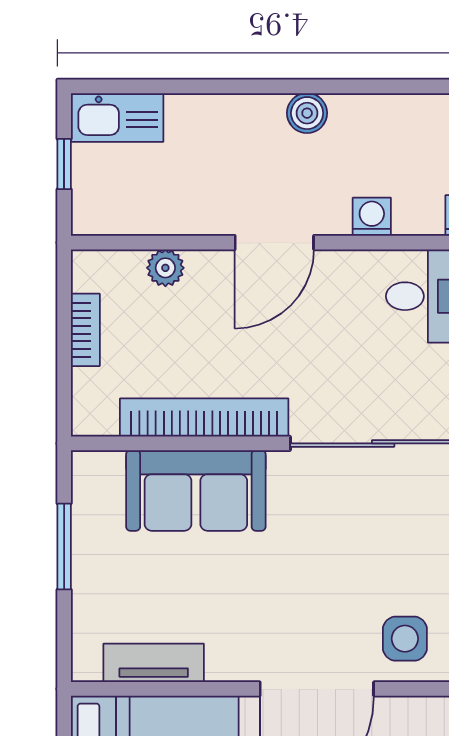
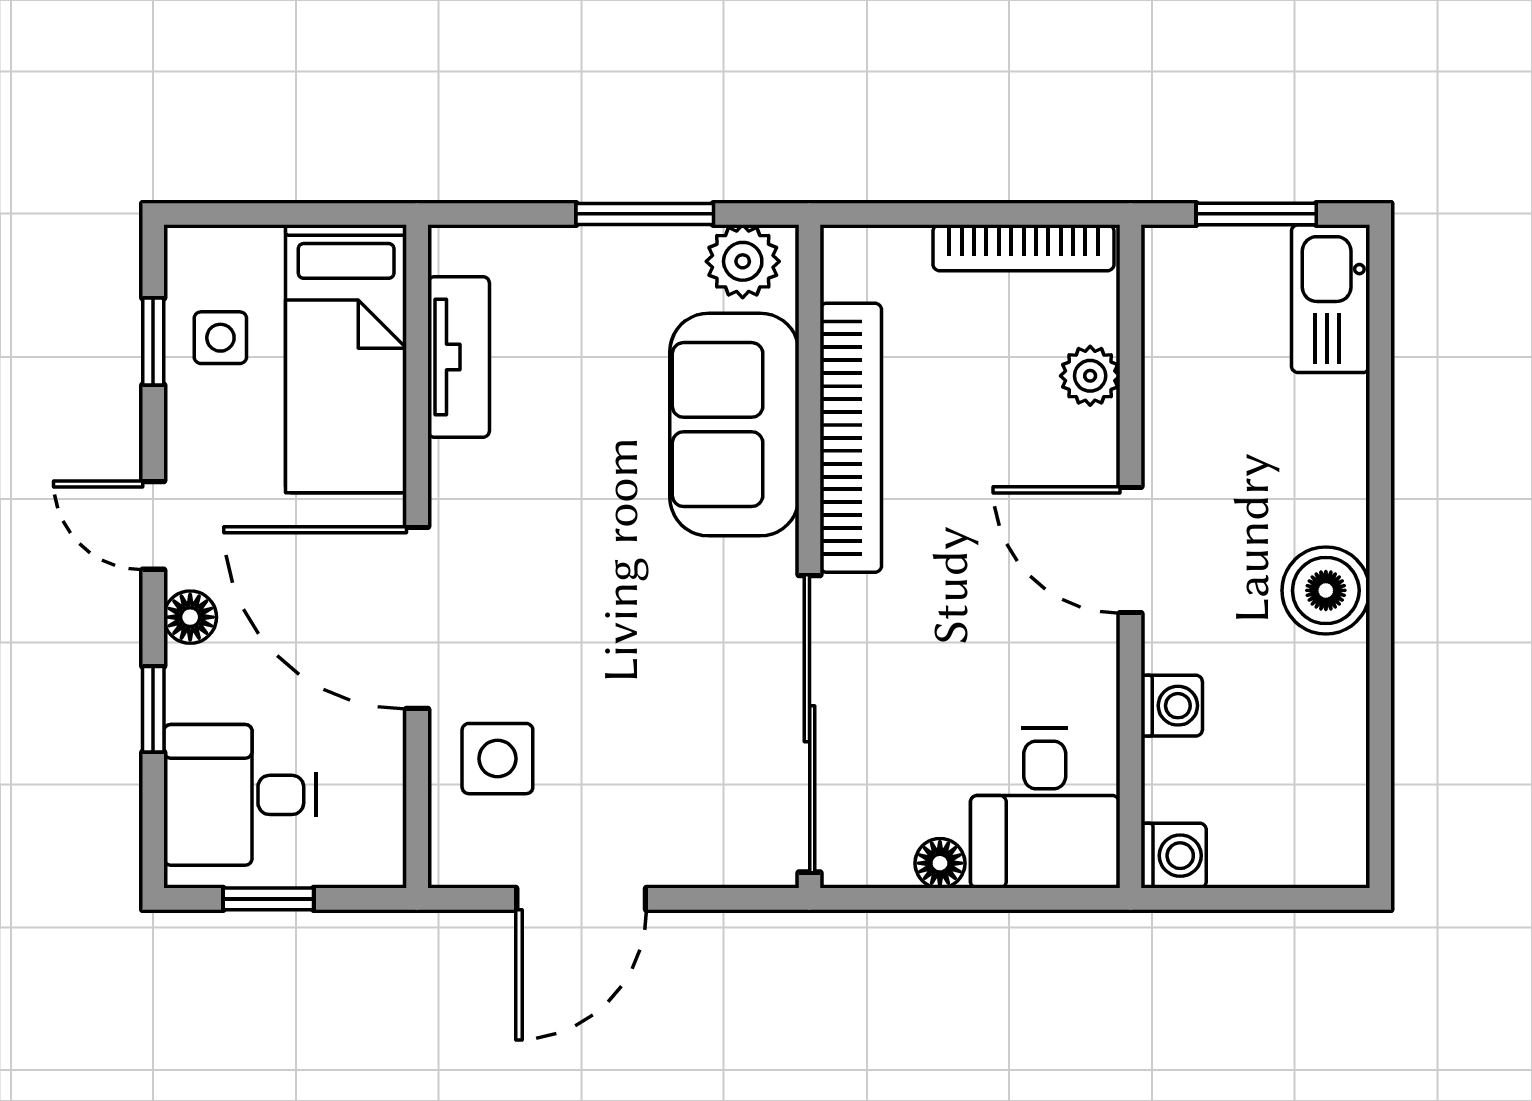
boiler: (307, 113) -> (1326, 590), width x1.36, depth x1.36
window: (64, 164) -> (1256, 214), width x1.50
bookcase: (85, 330) -> (1024, 248), width x1.56
plant: (94, 485) -> (743, 261), added

